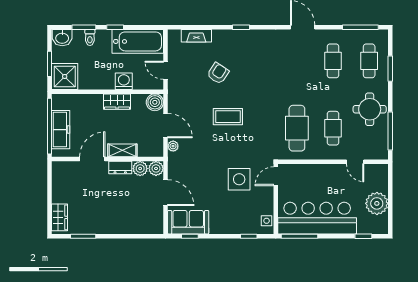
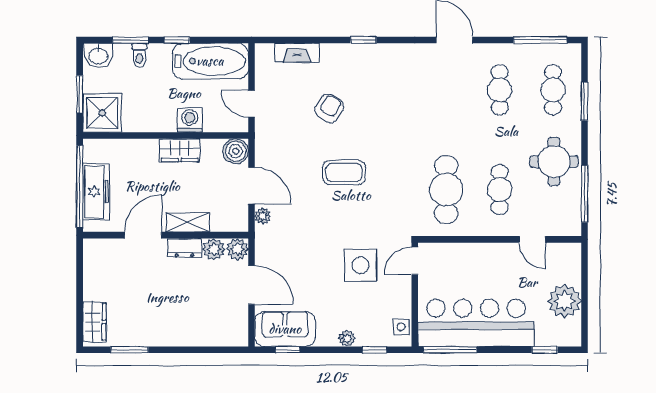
plant: (230, 229) -> (347, 338), added

